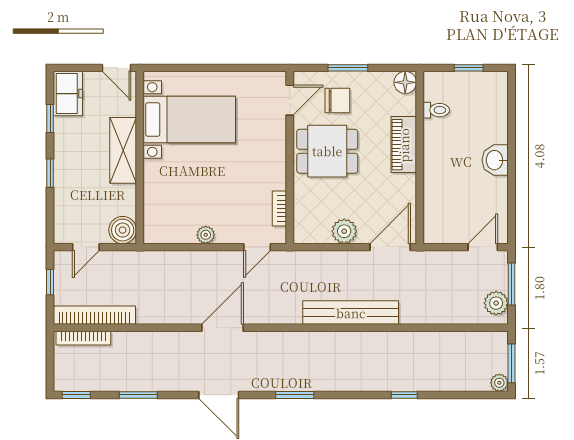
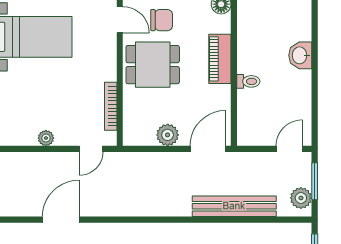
door: (290, 100) -> (120, 20), hinge flipped
toilet: (436, 110) -> (248, 81), moved
washbasin: (495, 160) -> (300, 55), moved
bookcase: (279, 209) -> (111, 106), width x1.56
bench: (351, 313) -> (234, 206), moved

